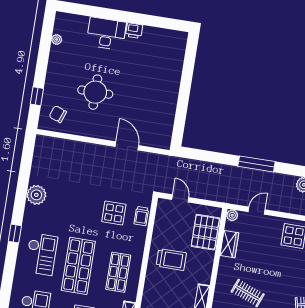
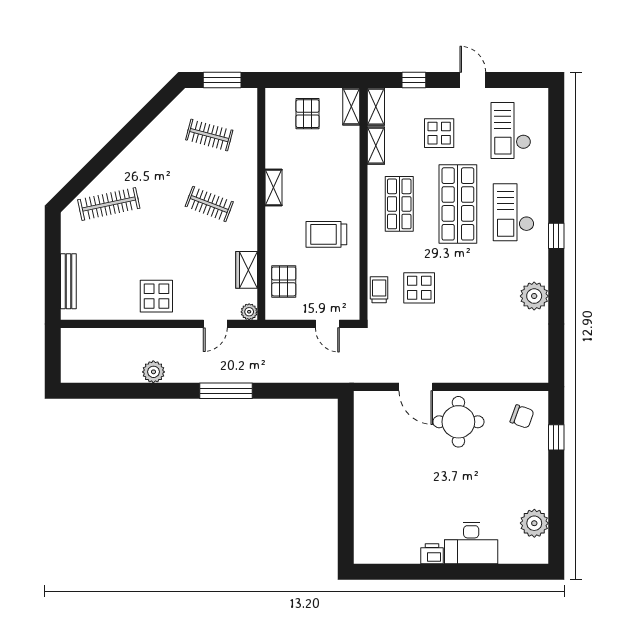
plant: (57, 39) -> (534, 523), width x1.87, depth x1.87
round table: (95, 92) -> (458, 422), moved
pallet: (205, 232) -> (284, 281), width x0.67, depth x0.71

